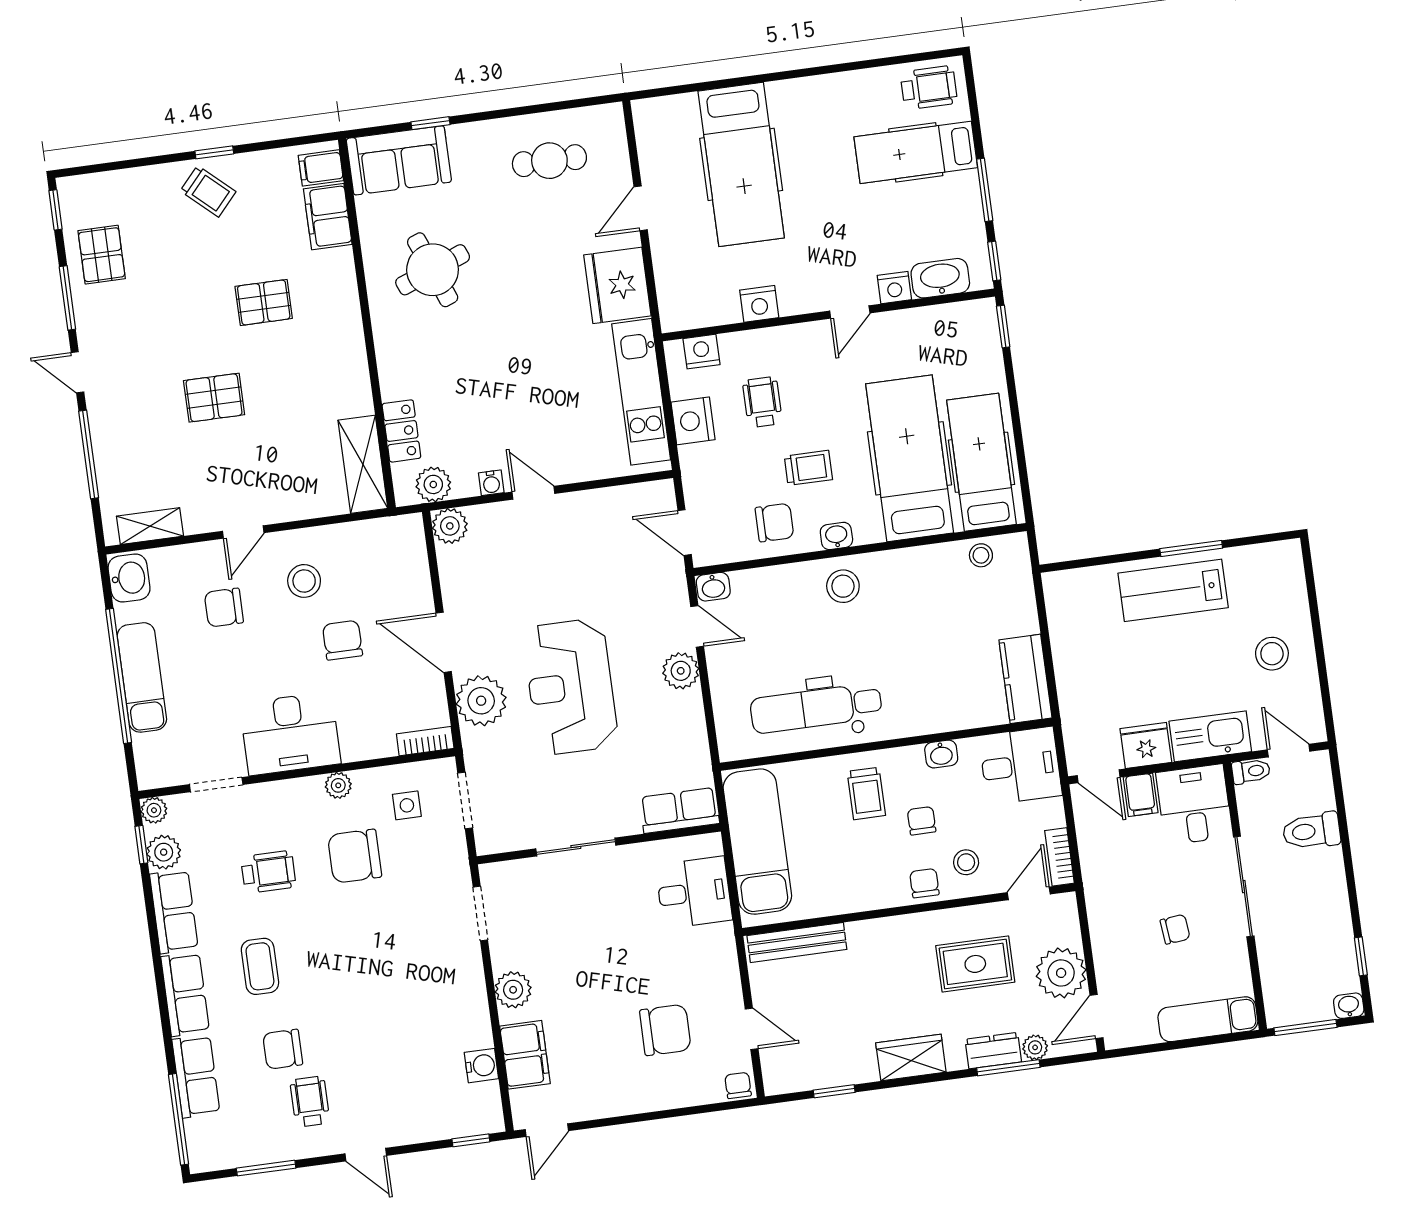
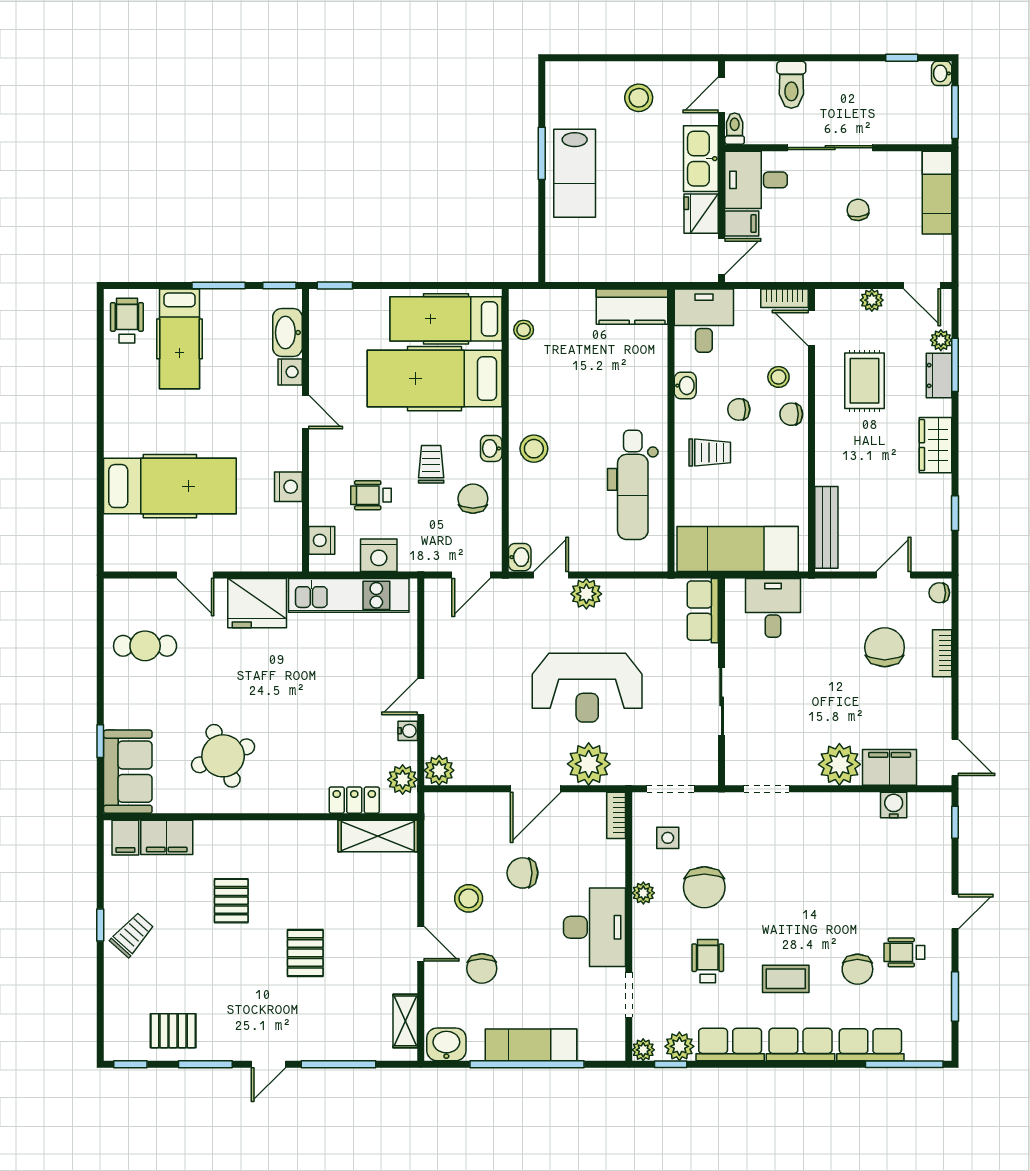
cafe table: (549, 161) -> (145, 646), turned 90
plant: (1061, 973) -> (872, 300), width x0.53, depth x0.53
plant: (513, 990) -> (839, 764), width x1.36, depth x1.36
bookcase: (667, 1098) -> (942, 653), added

